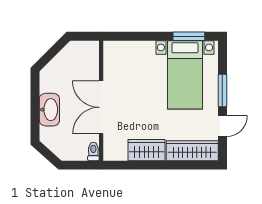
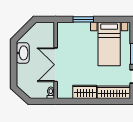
window: (189, 36) -> (83, 19), moved
washbasin: (49, 110) -> (23, 53), moved

